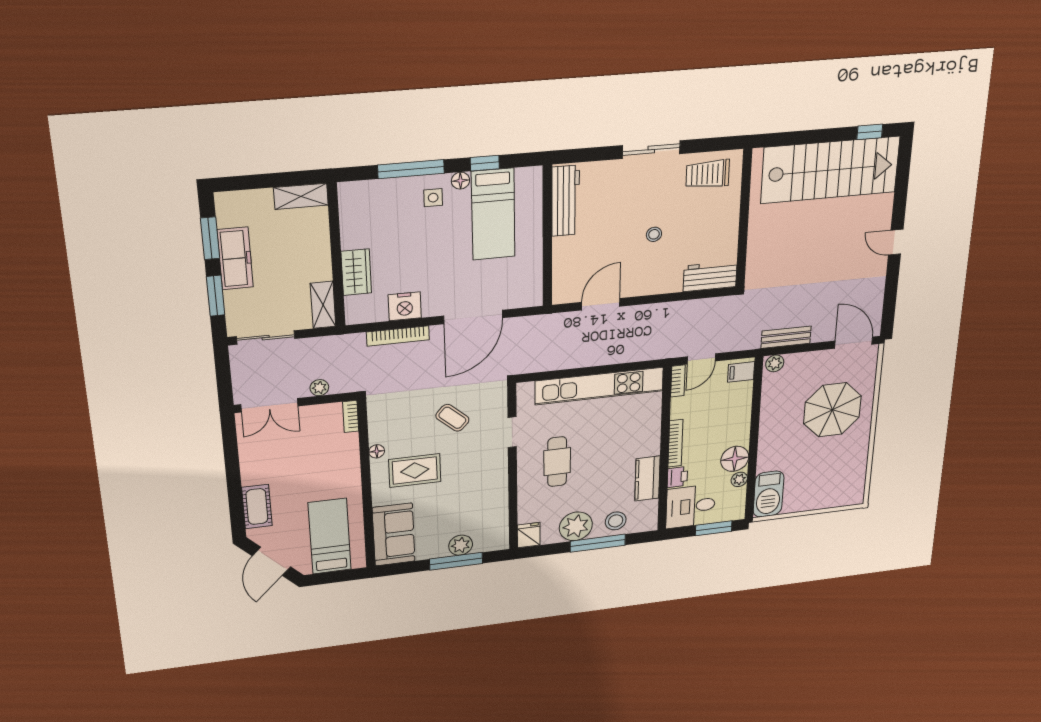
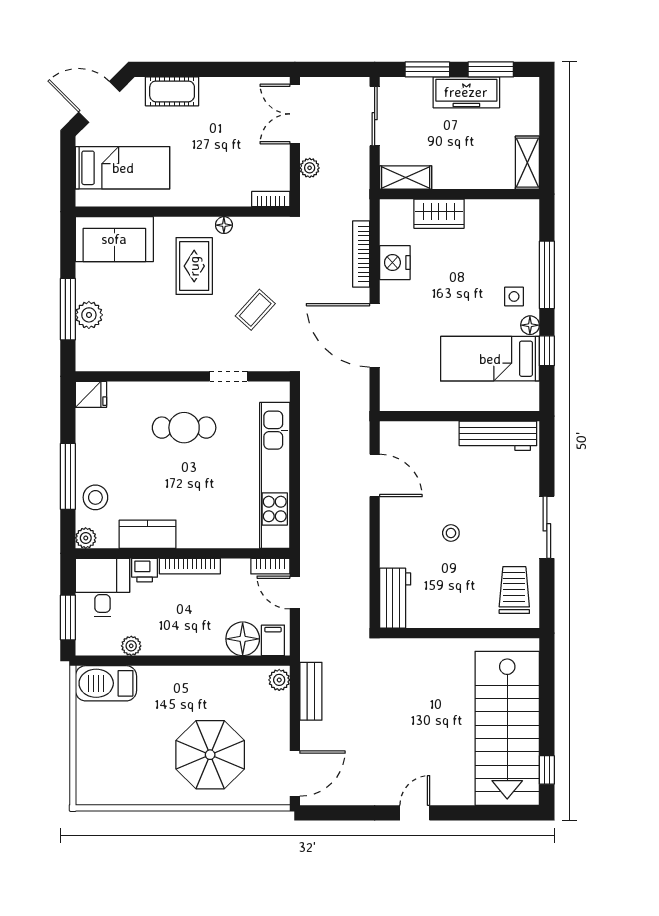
floor lamp: (735, 459) -> (243, 639), moved
plant: (576, 526) -> (86, 538), moved, width x0.53, depth x0.53

